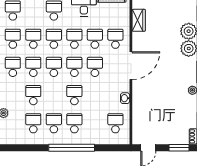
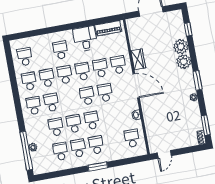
wardrobe: (139, 20) -> (138, 59), moved
door: (131, 66) -> (136, 86), hinge flipped
school desk: (54, 67) -> (74, 124), moved
window: (72, 148) -> (98, 167), width x0.47
window: (179, 148) -> (191, 149), removed

